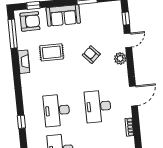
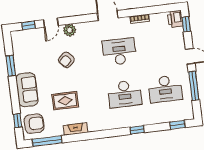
armchair: (30, 21) -> (34, 124), turned 90
door: (128, 40) -> (51, 23), swing flipped
rug: (52, 52) -> (65, 101), turned 90
desk: (98, 106) -> (119, 52), turned 180

